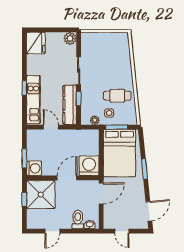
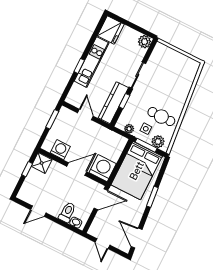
kitchen unit: (33, 100) -> (92, 62), moved
plant: (125, 119) -> (158, 142), added
window: (24, 158) -> (52, 119), moved
washing machine: (34, 168) -> (60, 150), moved, turned -90
shower: (41, 195) -> (42, 163), width x0.54, depth x0.54
door: (149, 211) -> (137, 238), swing flipped

